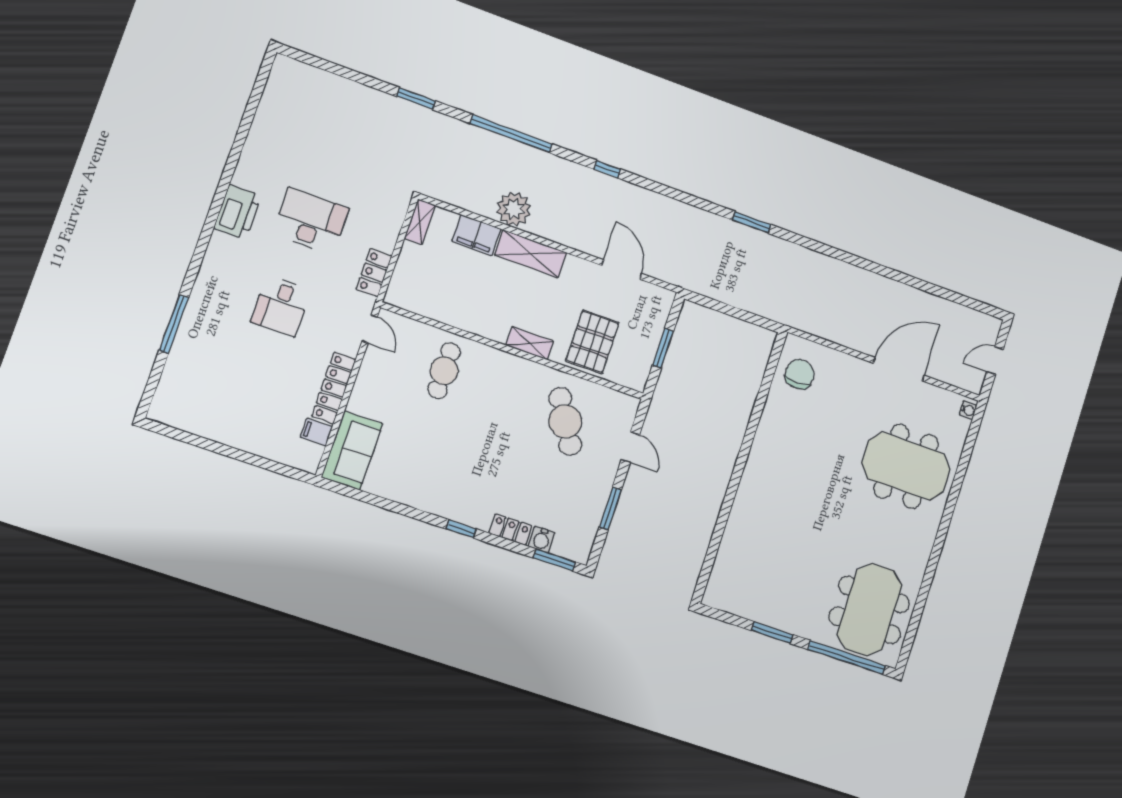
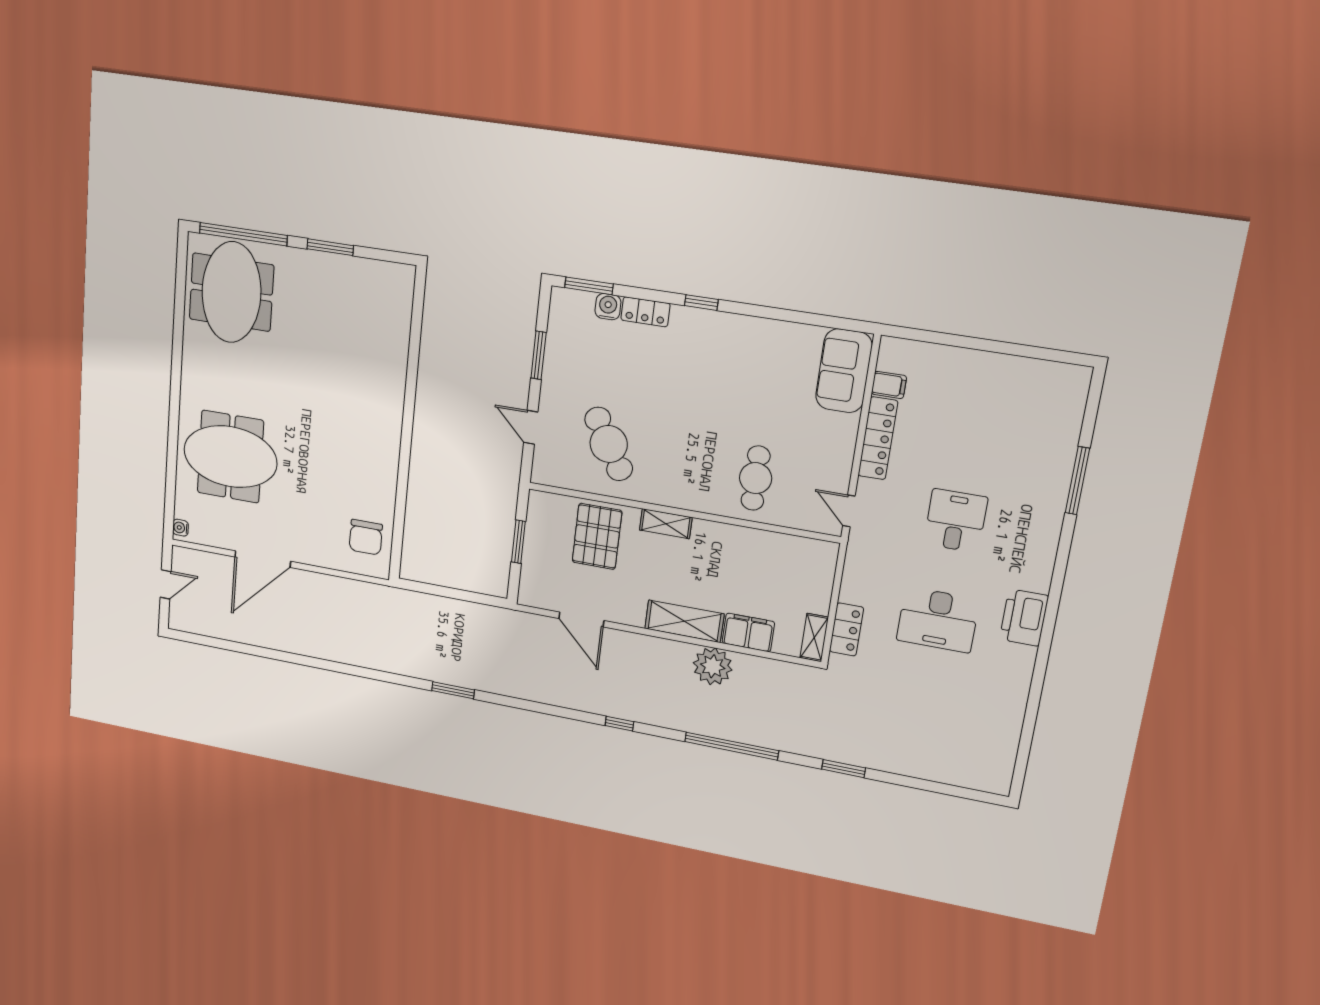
locker: (374, 273) -> (846, 629), moved

